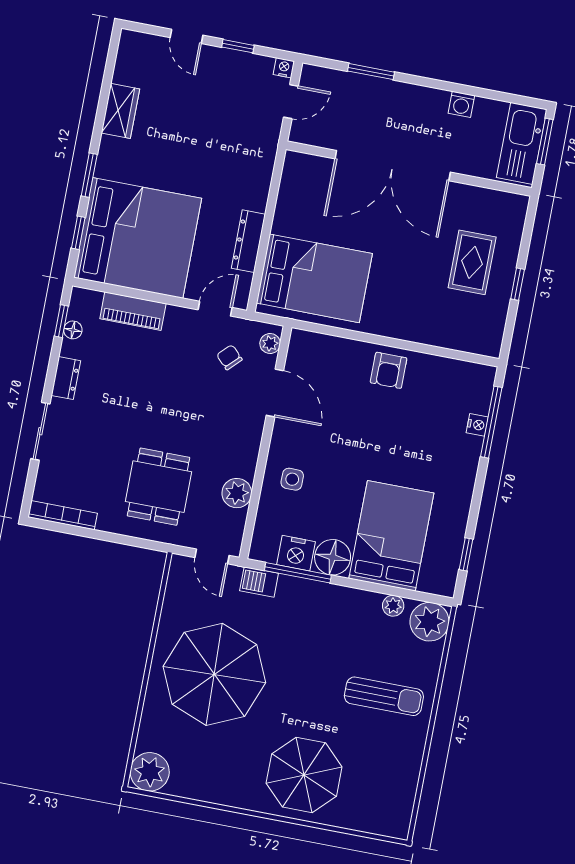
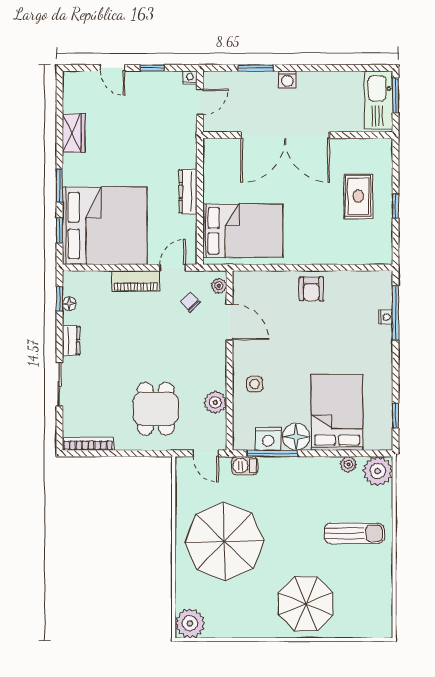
washing machine: (461, 104) -> (287, 80), moved
dresser: (248, 241) -> (188, 191), moved
piano: (133, 311) -> (136, 281), moved

